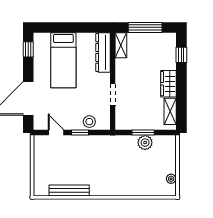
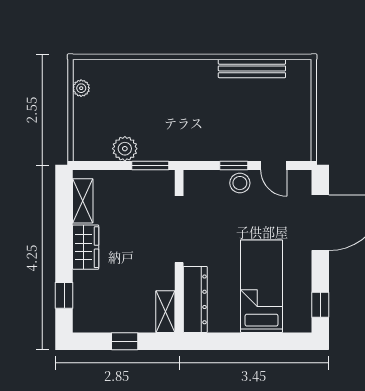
window: (145, 27) -> (125, 341), width x0.46
doorway: (113, 94) -> (179, 229), width x1.87
stool: (89, 122) -> (240, 183), moved
window: (143, 133) -> (150, 165), moved

